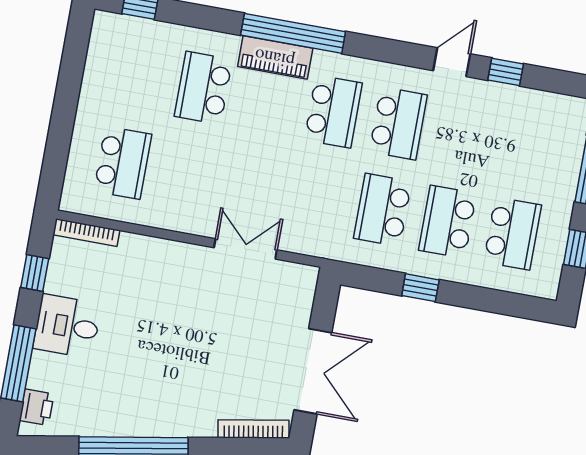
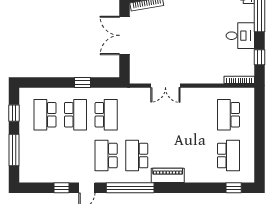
window: (293, 33) -> (130, 188), moved
school desk: (203, 88) -> (228, 156), moved

